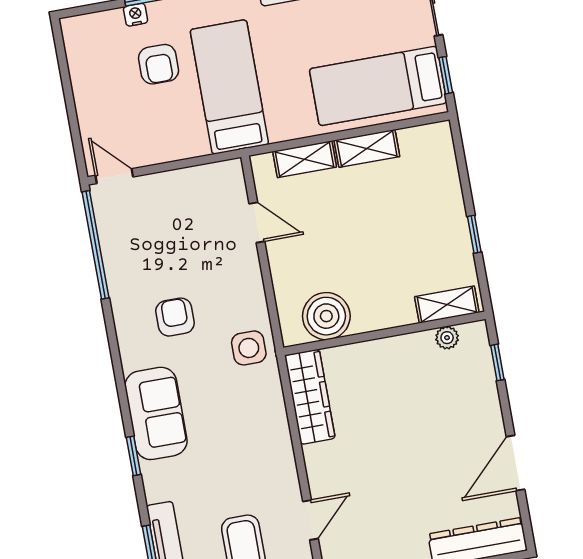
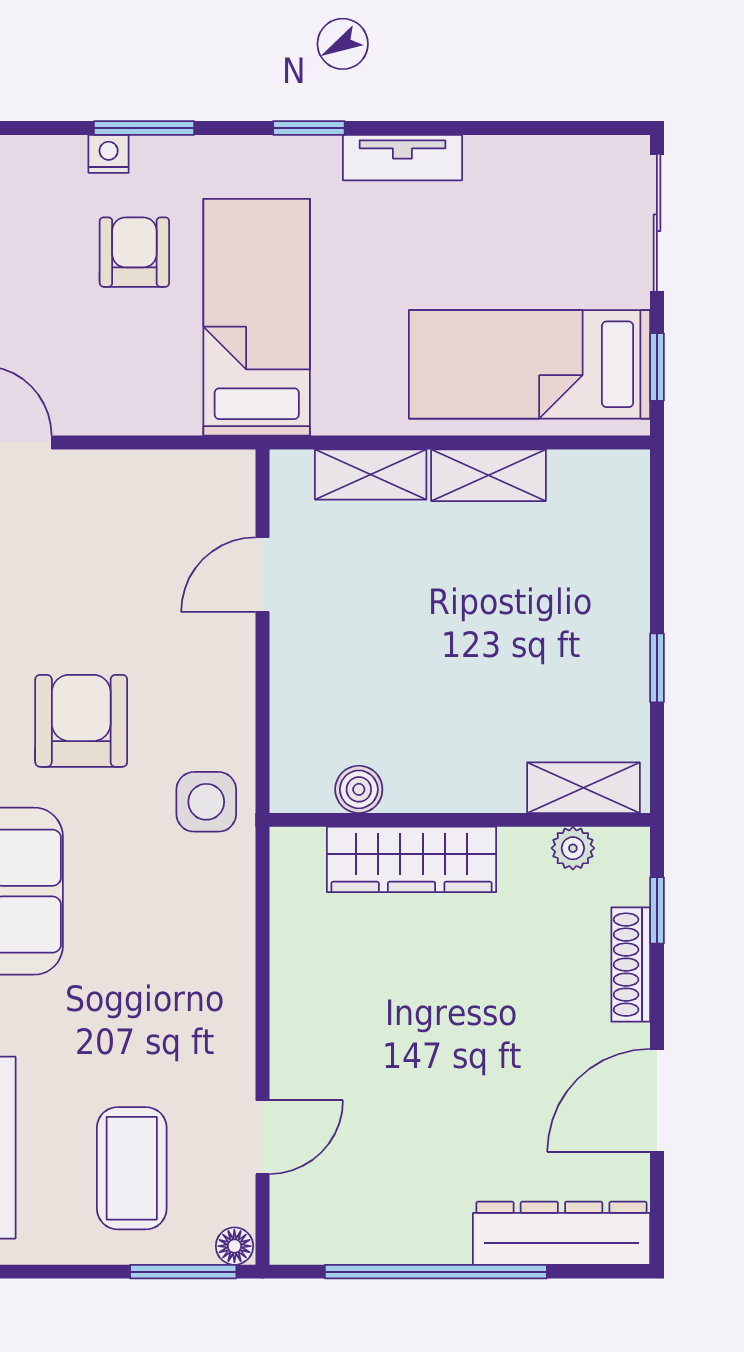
armchair: (159, 64) -> (134, 252), turned 180
door: (257, 222) -> (262, 575), swing flipped
boiler: (326, 316) -> (359, 789), width x0.54, depth x0.54
armchair: (175, 317) -> (81, 721), width x1.38, depth x1.38
shoe rack: (489, 394) -> (631, 965), added
wardrobe: (310, 397) -> (412, 859), moved, turned 90

